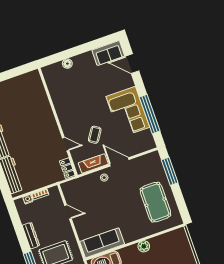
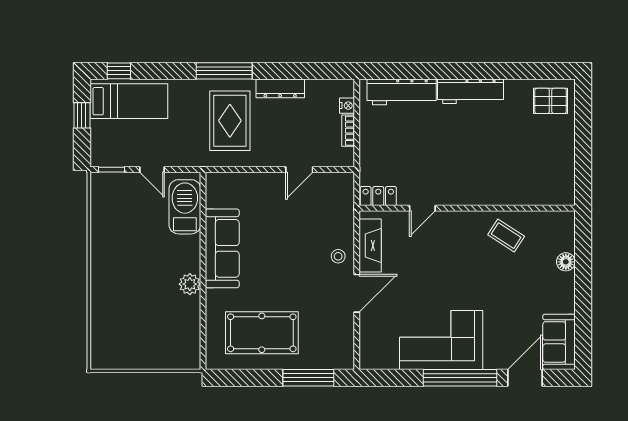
window: (150, 114) -> (460, 378), moved
coffee table: (95, 135) -> (506, 236), moved
sofa: (102, 243) -> (222, 248), moved

